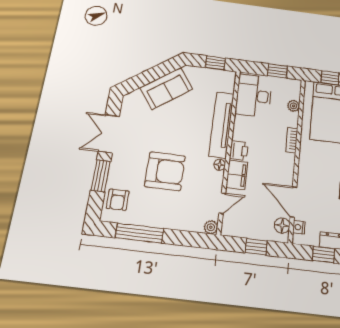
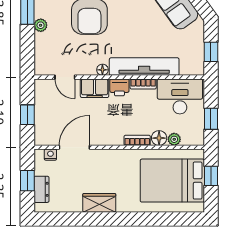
bookcase: (238, 128) -> (143, 84), added
floor lamp: (282, 225) -> (159, 138), moved
plant: (211, 227) -> (41, 25), moved

